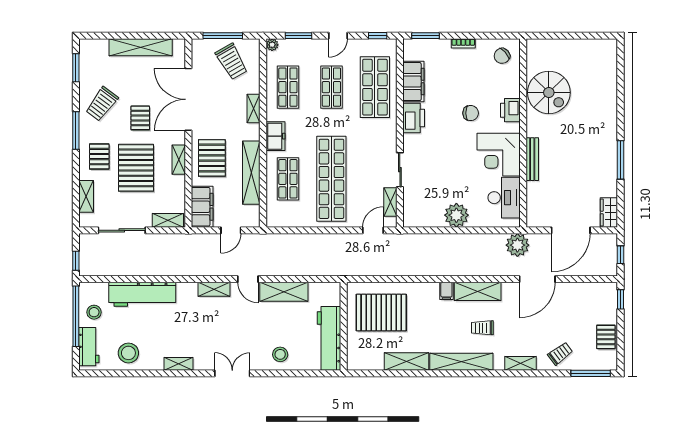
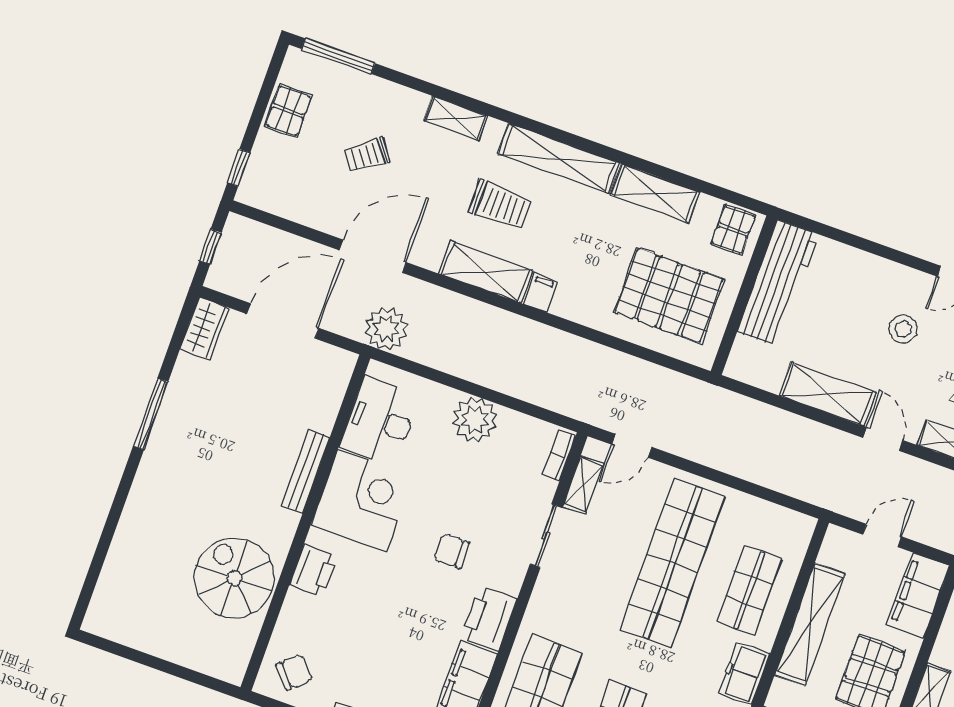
chair: (471, 113) -> (452, 551), moved
bookcase: (408, 212) -> (559, 455), added
trolley: (482, 328) -> (500, 205), width x1.36, depth x1.39
stool: (280, 354) -> (903, 329), moved
trolley: (560, 354) -> (367, 155), moved
pallet: (361, 357) -> (733, 230), added

